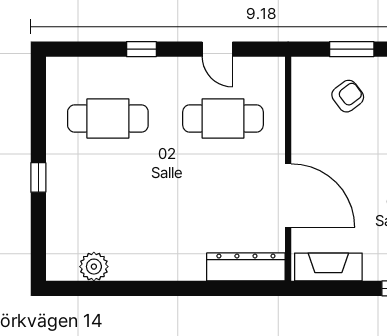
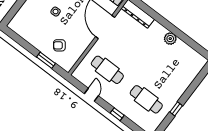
window: (38, 177) -> (176, 109), moved
plant: (94, 267) -> (170, 39), moved

